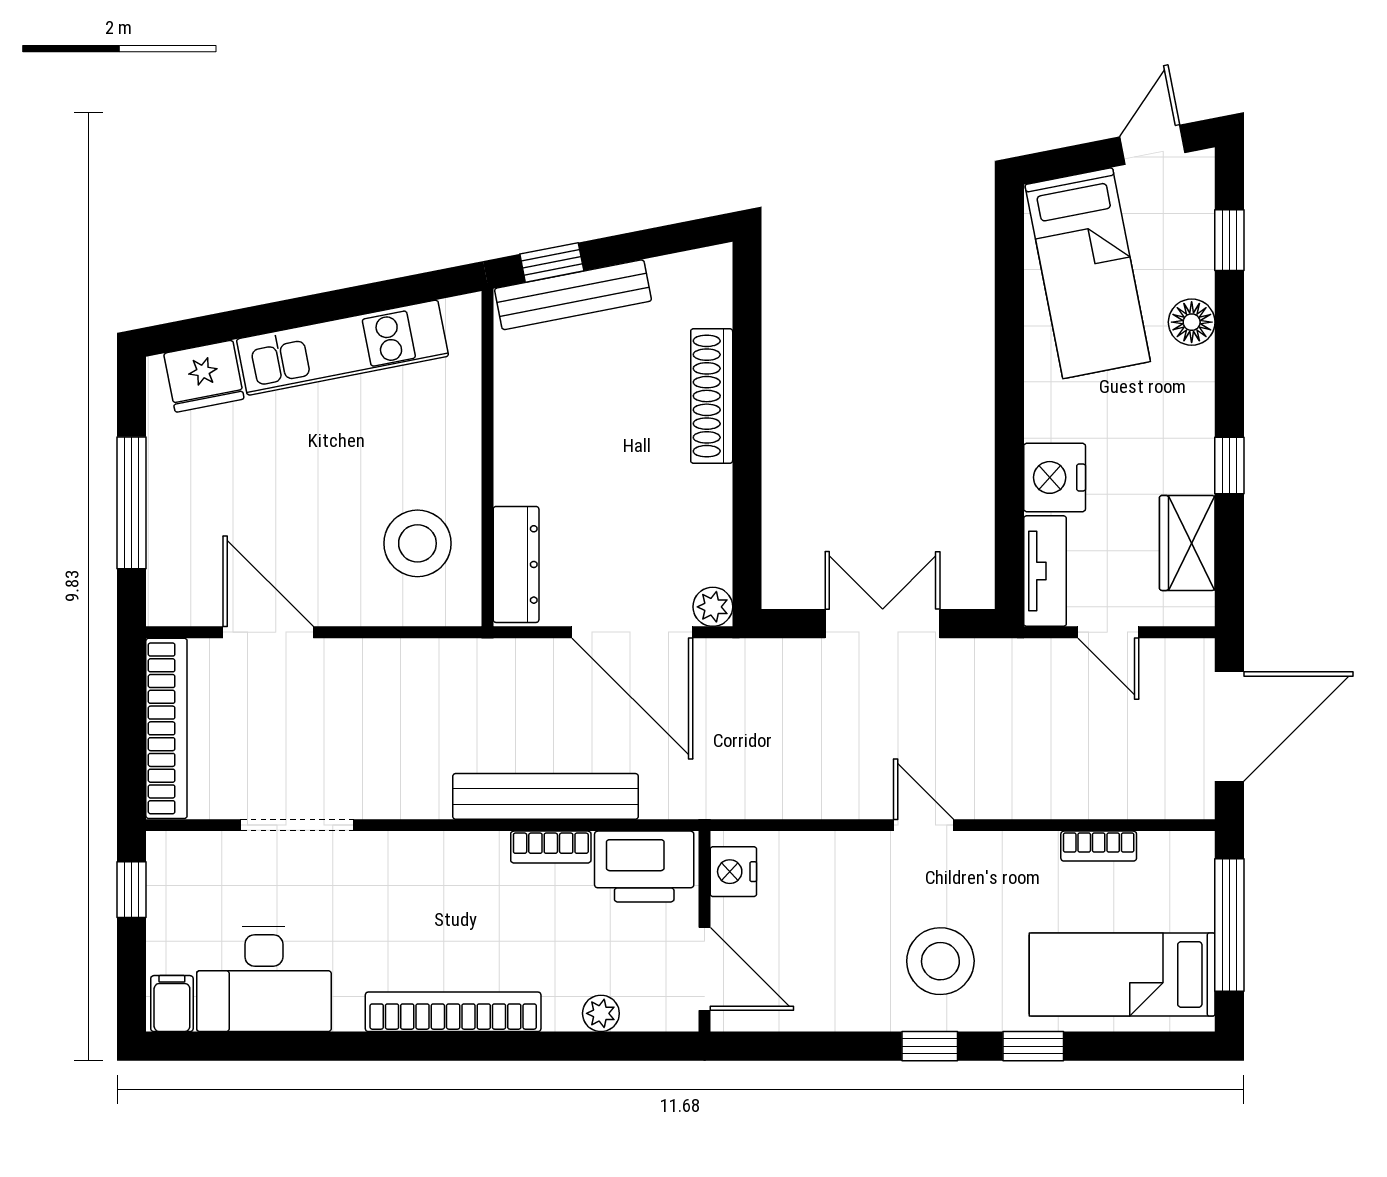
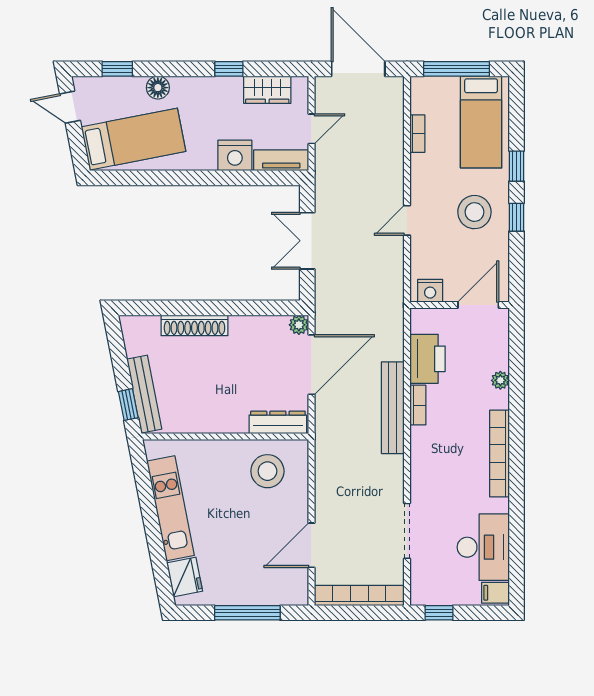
nightstand: (733, 872) -> (430, 291), moved
wall: (705, 931) -> (460, 305), moved
door: (705, 969) -> (478, 305), moved

